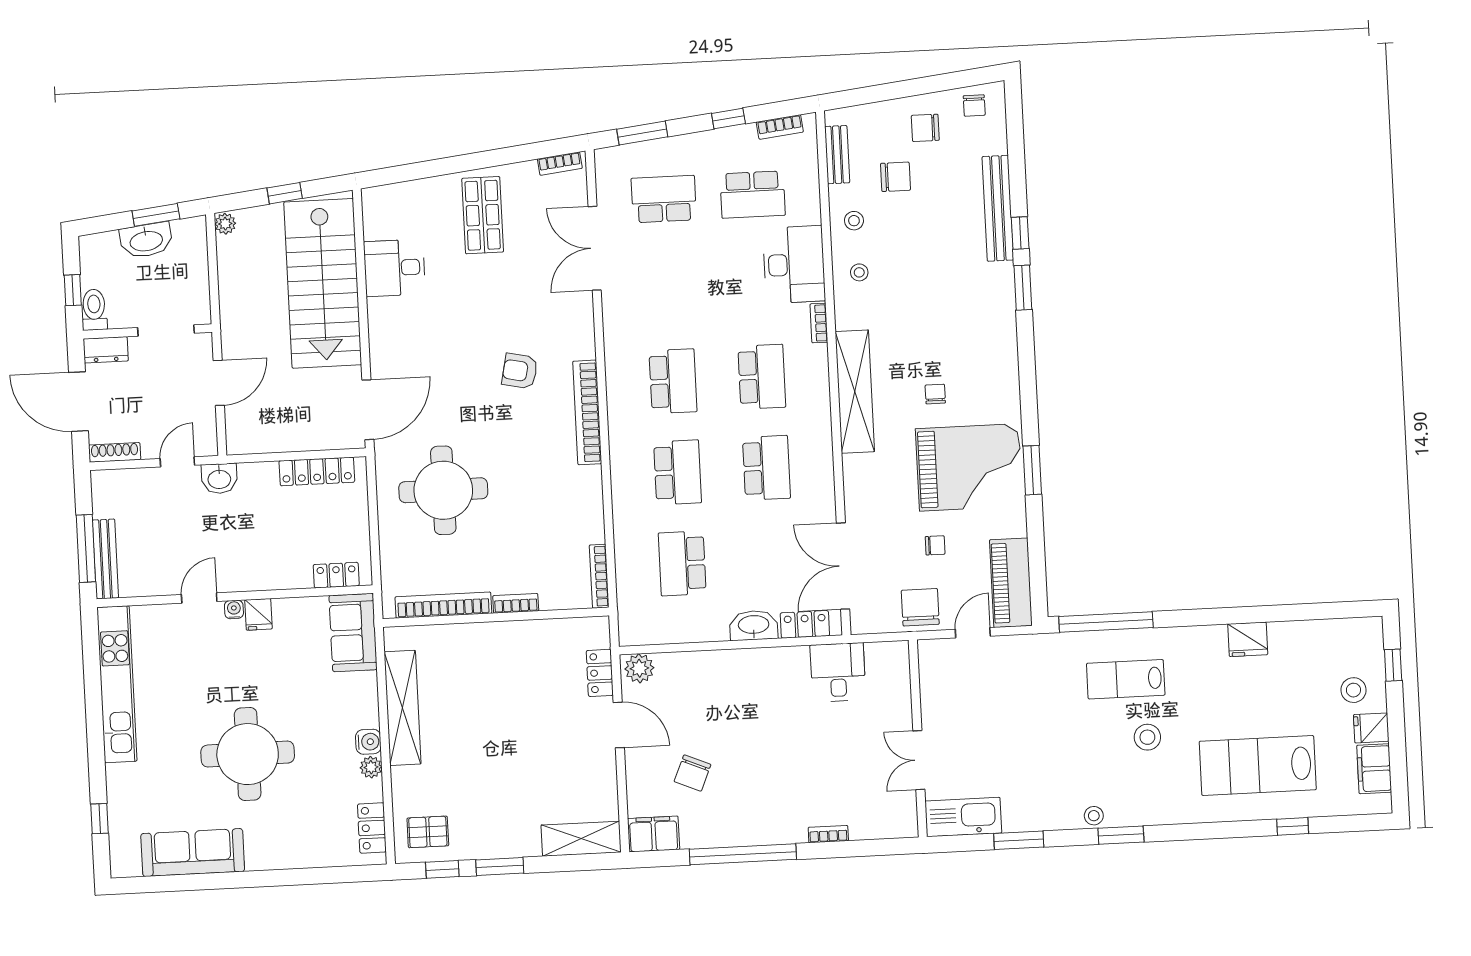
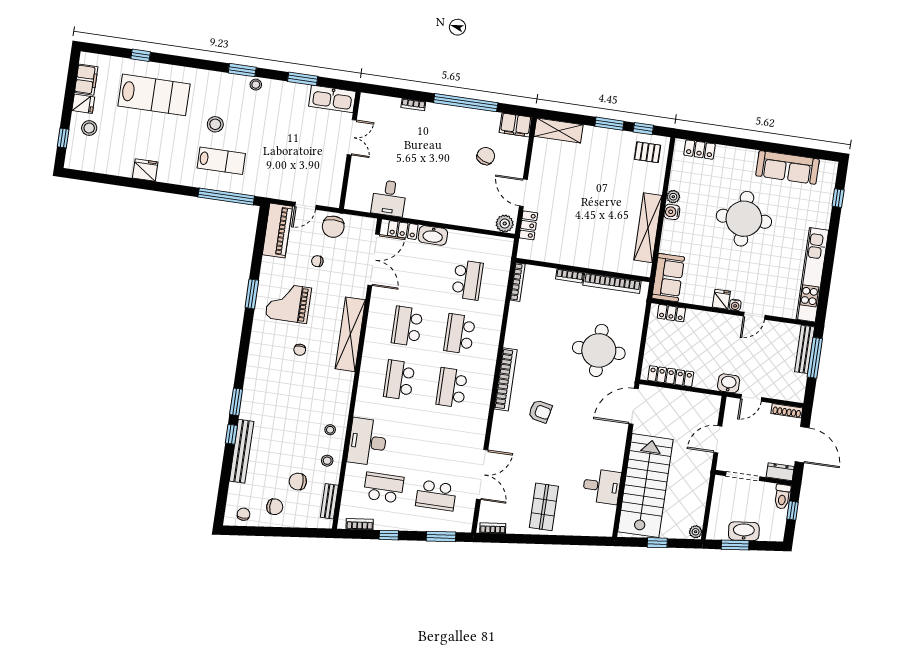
bookcase: (819, 323) -> (360, 405), removed
shelving: (855, 392) -> (350, 334), moved
grand piano: (969, 467) -> (288, 303), width x0.73, depth x0.68
locker: (372, 828) -> (700, 150), moved, turned 90

